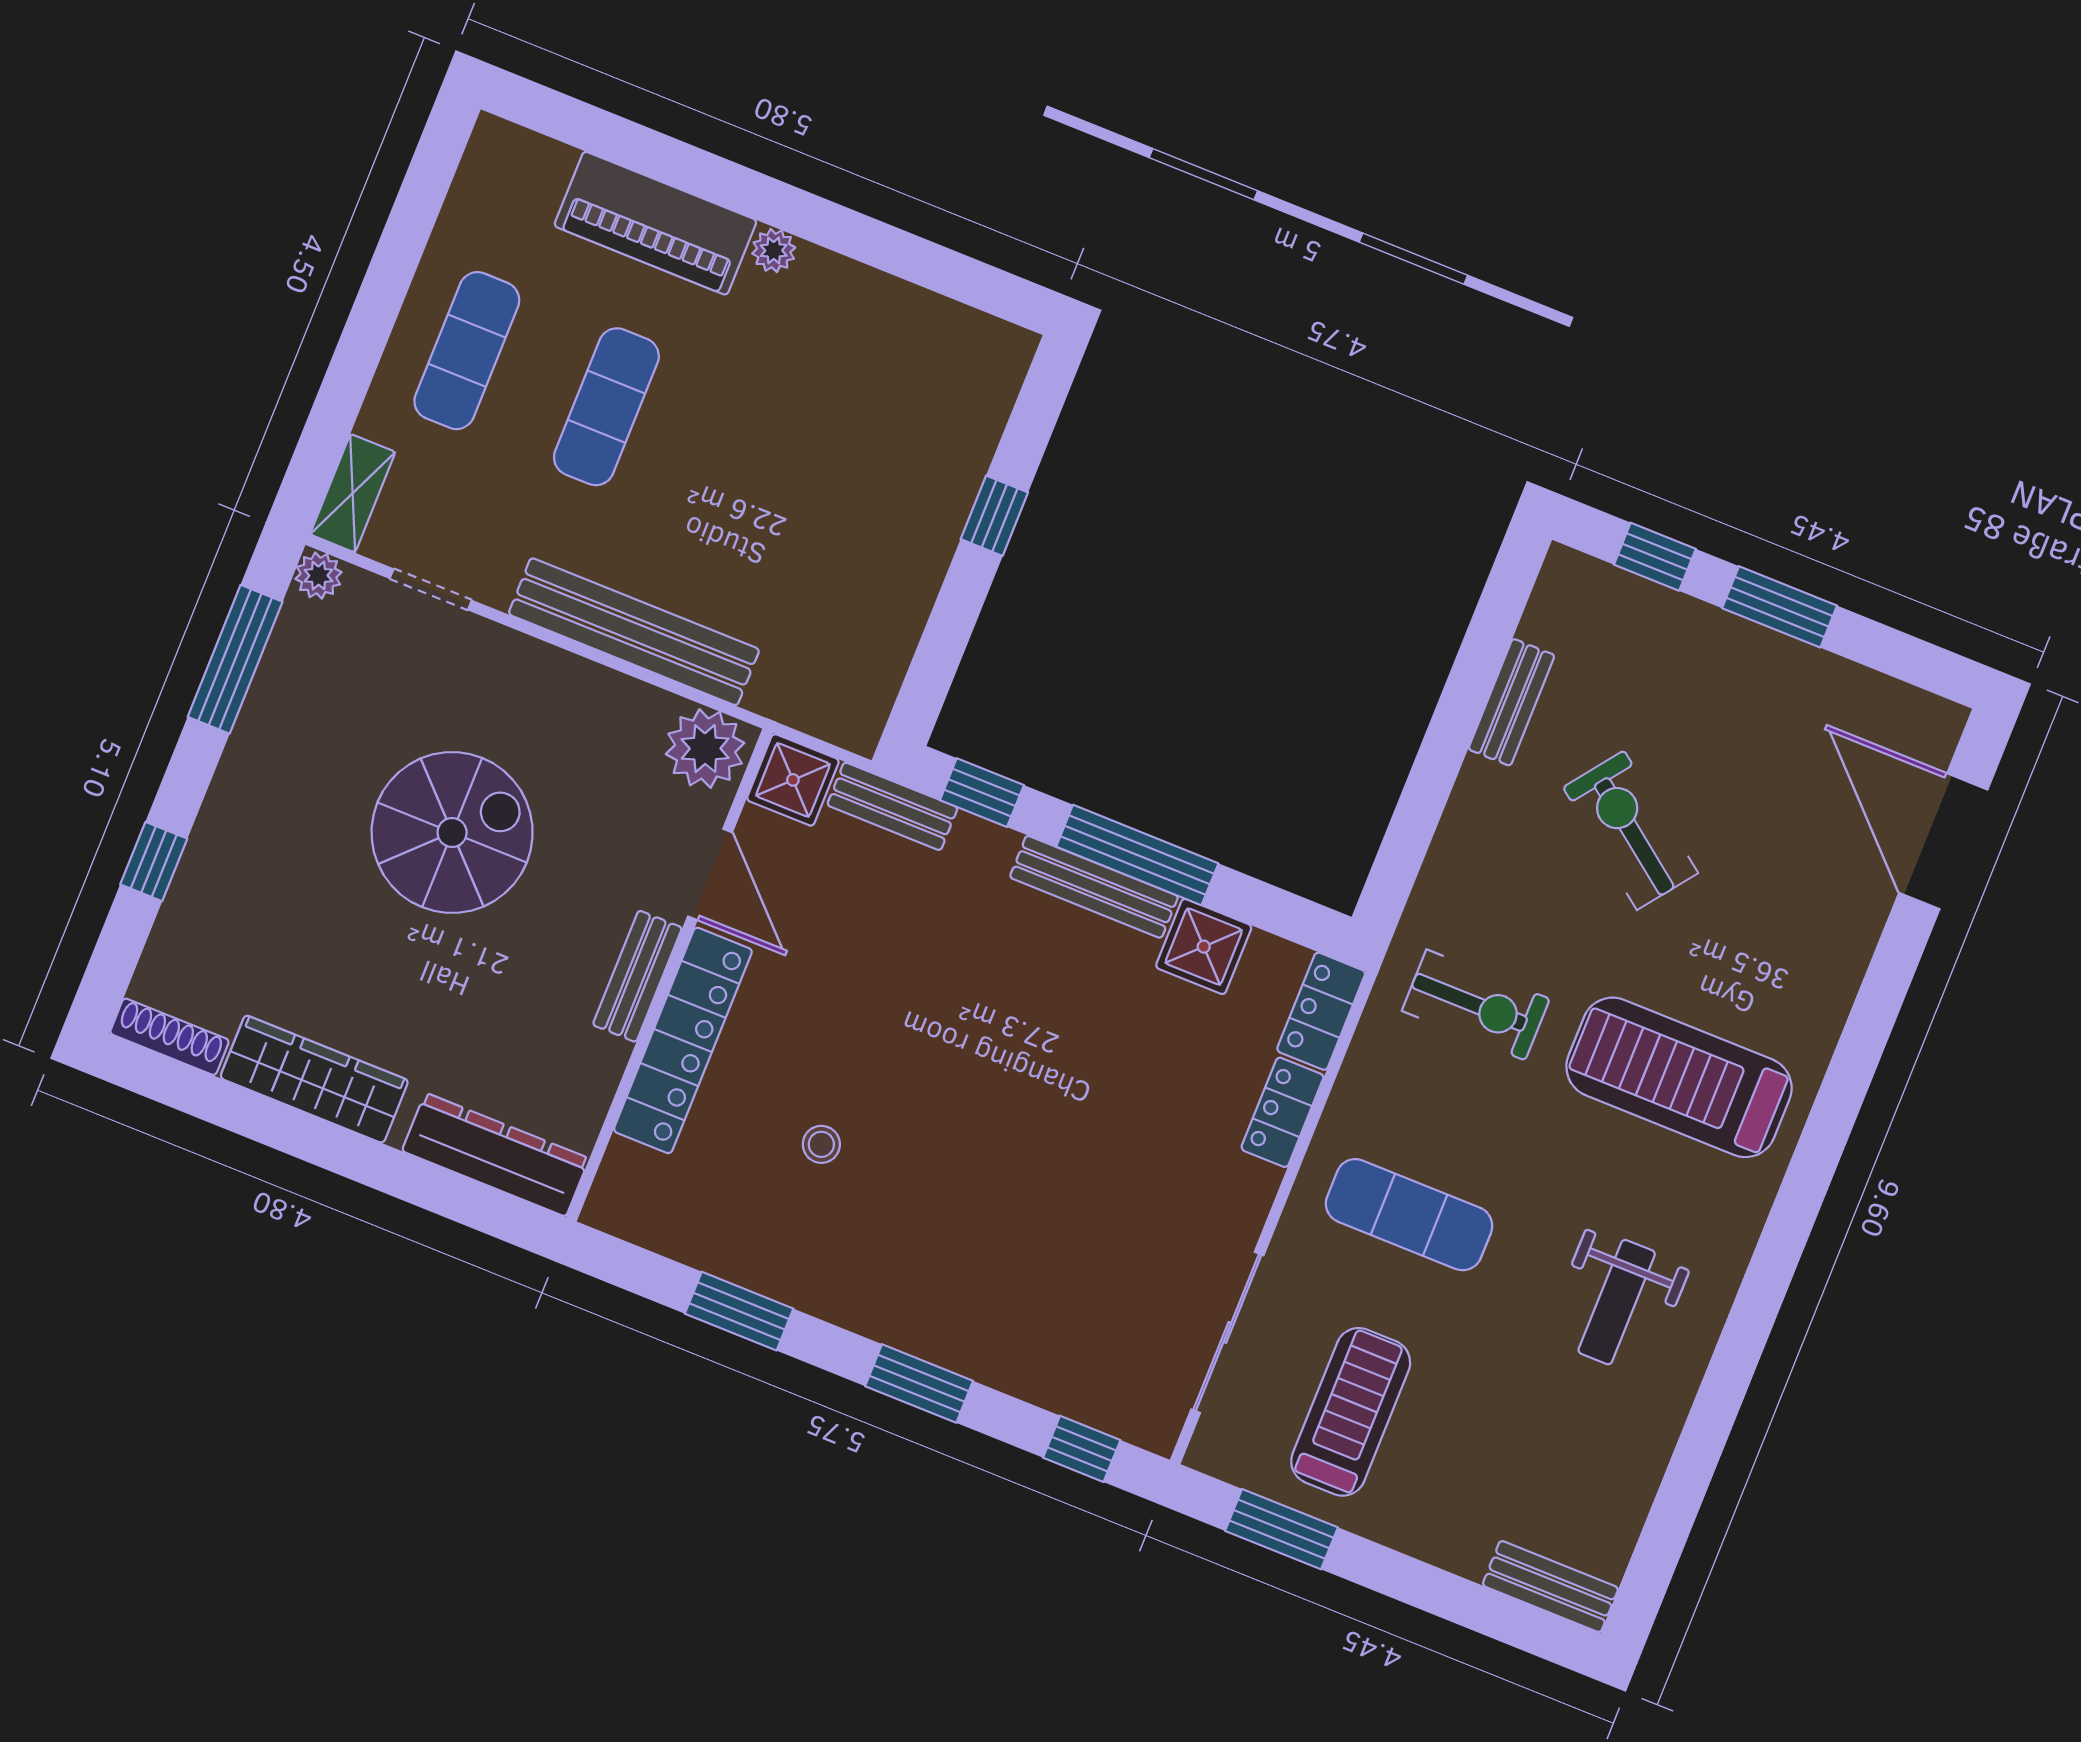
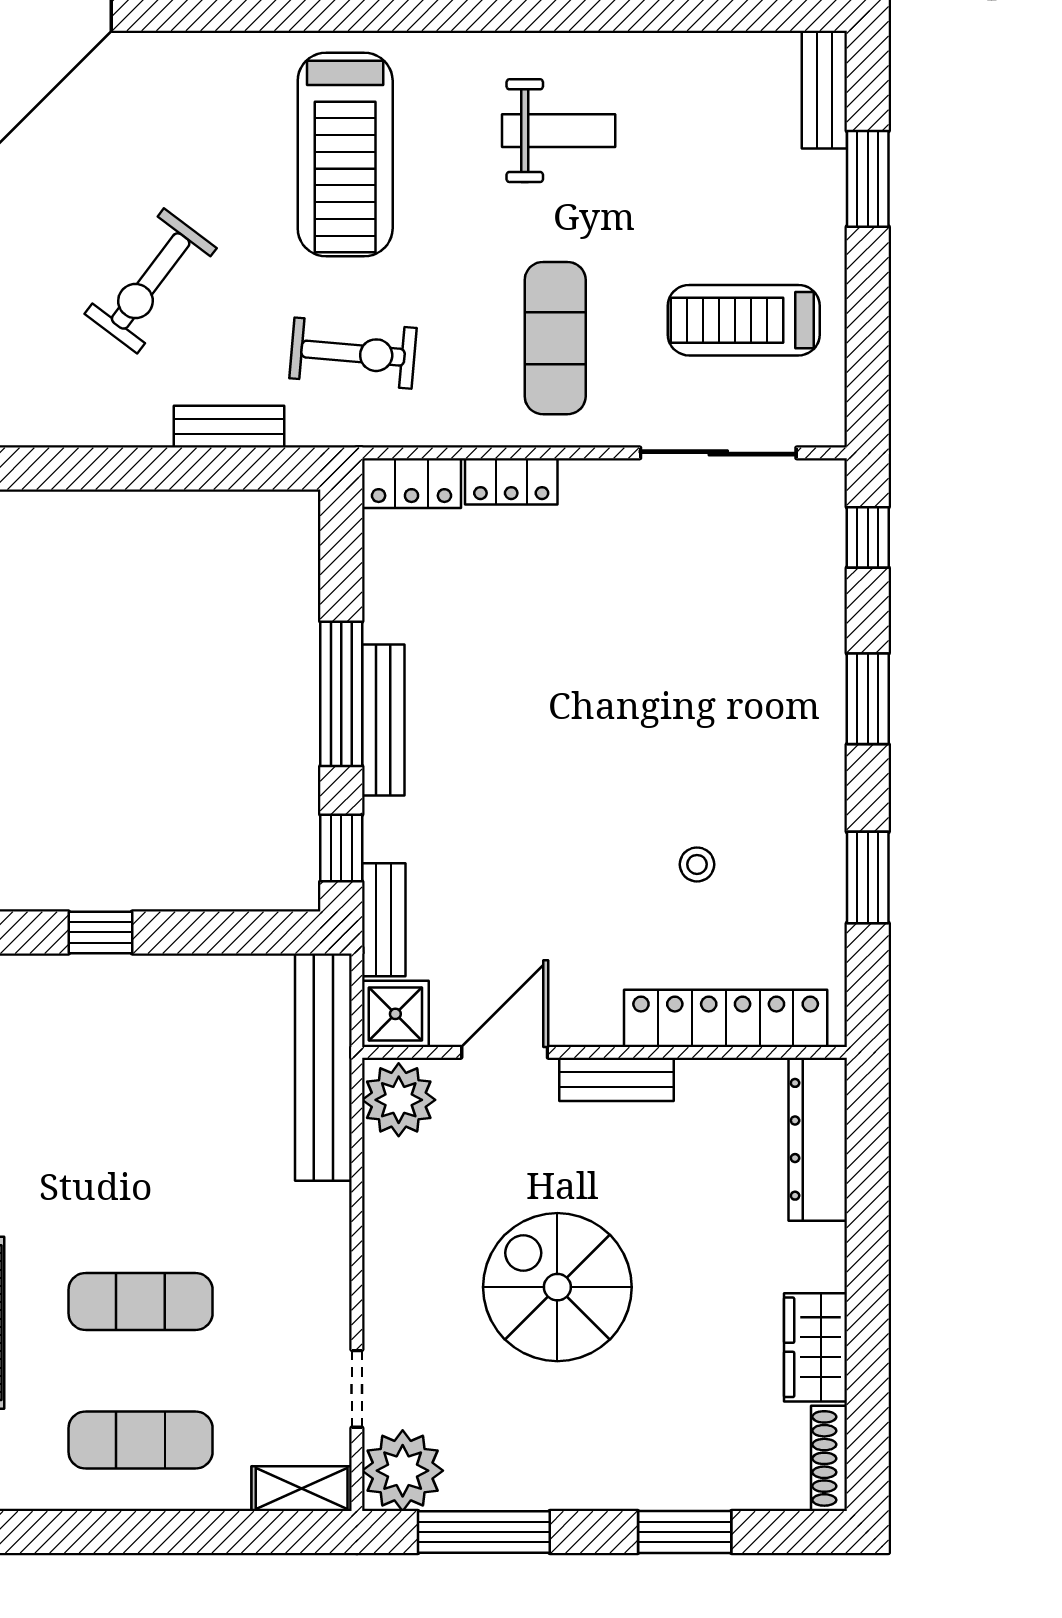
plant: (318, 576) -> (403, 1471), width x1.87, depth x1.87
bench: (634, 632) -> (323, 1067), moved
bench: (1511, 702) -> (229, 427), moved
window: (154, 862) -> (685, 1532), width x1.50
shower: (1204, 947) -> (397, 606), removed
exercise bike: (1476, 1005) -> (353, 353), turned 95
locker: (683, 1040) -> (726, 1018), moved
wardrobe: (314, 1079) -> (815, 1347), width x0.67
window: (1281, 1529) -> (868, 179), moved

